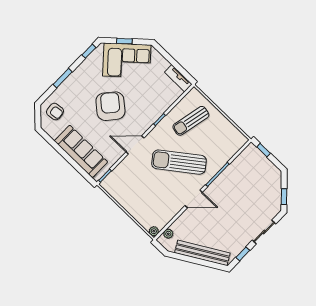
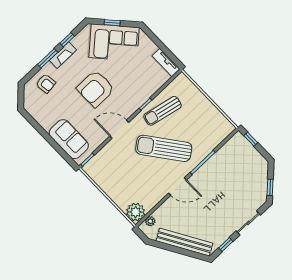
window: (89, 51) -> (67, 40), moved
fireplace: (77, 75) -> (63, 55), added
armchair: (110, 106) -> (96, 89), turned -130
armchair: (55, 112) -> (46, 83), moved
sun lounger: (191, 121) -> (163, 111), moved
sofa: (81, 151) -> (69, 139), width x0.73
plant: (154, 231) -> (136, 212), width x1.88, depth x1.88

